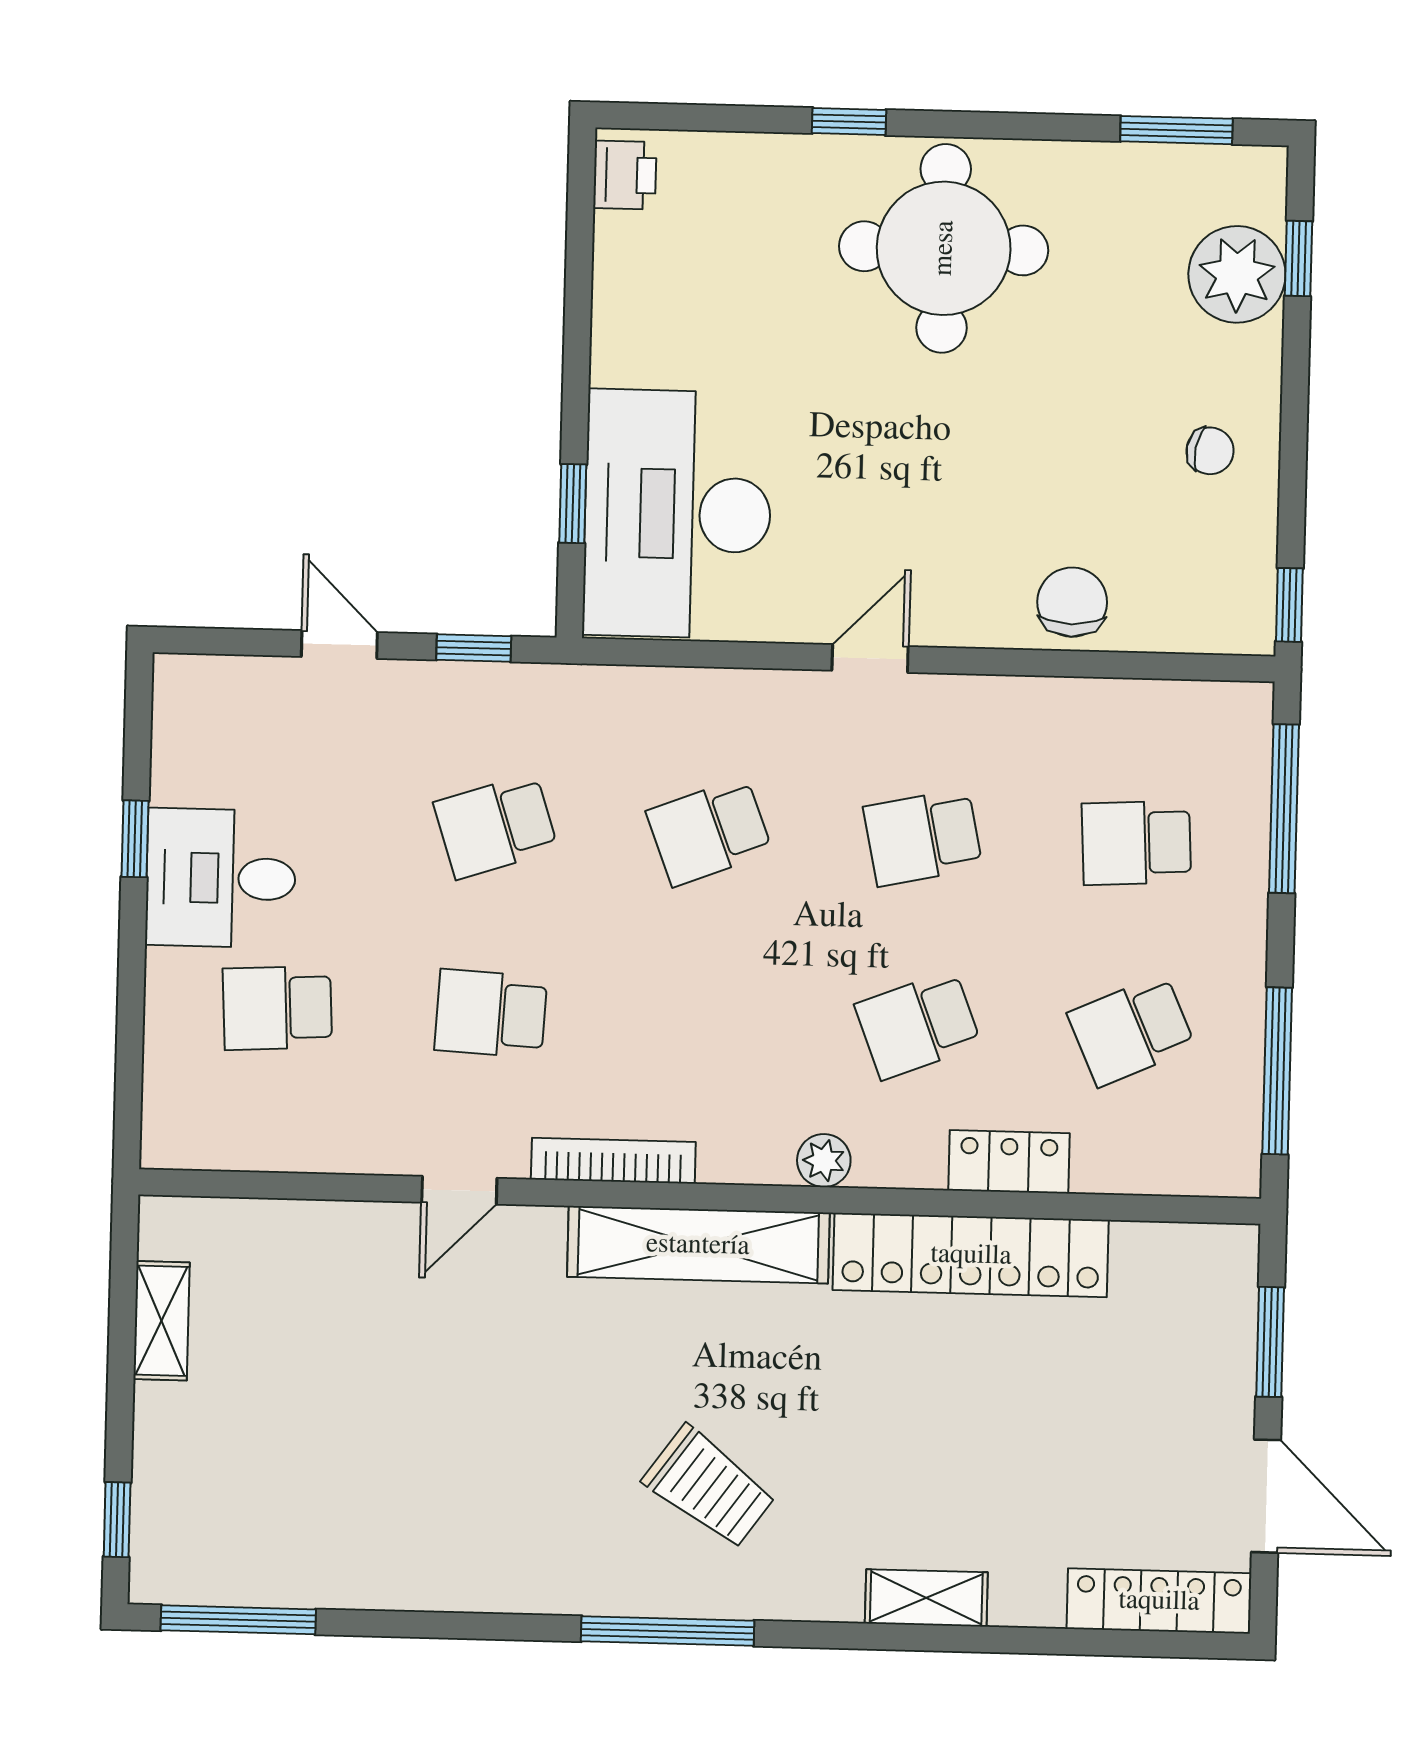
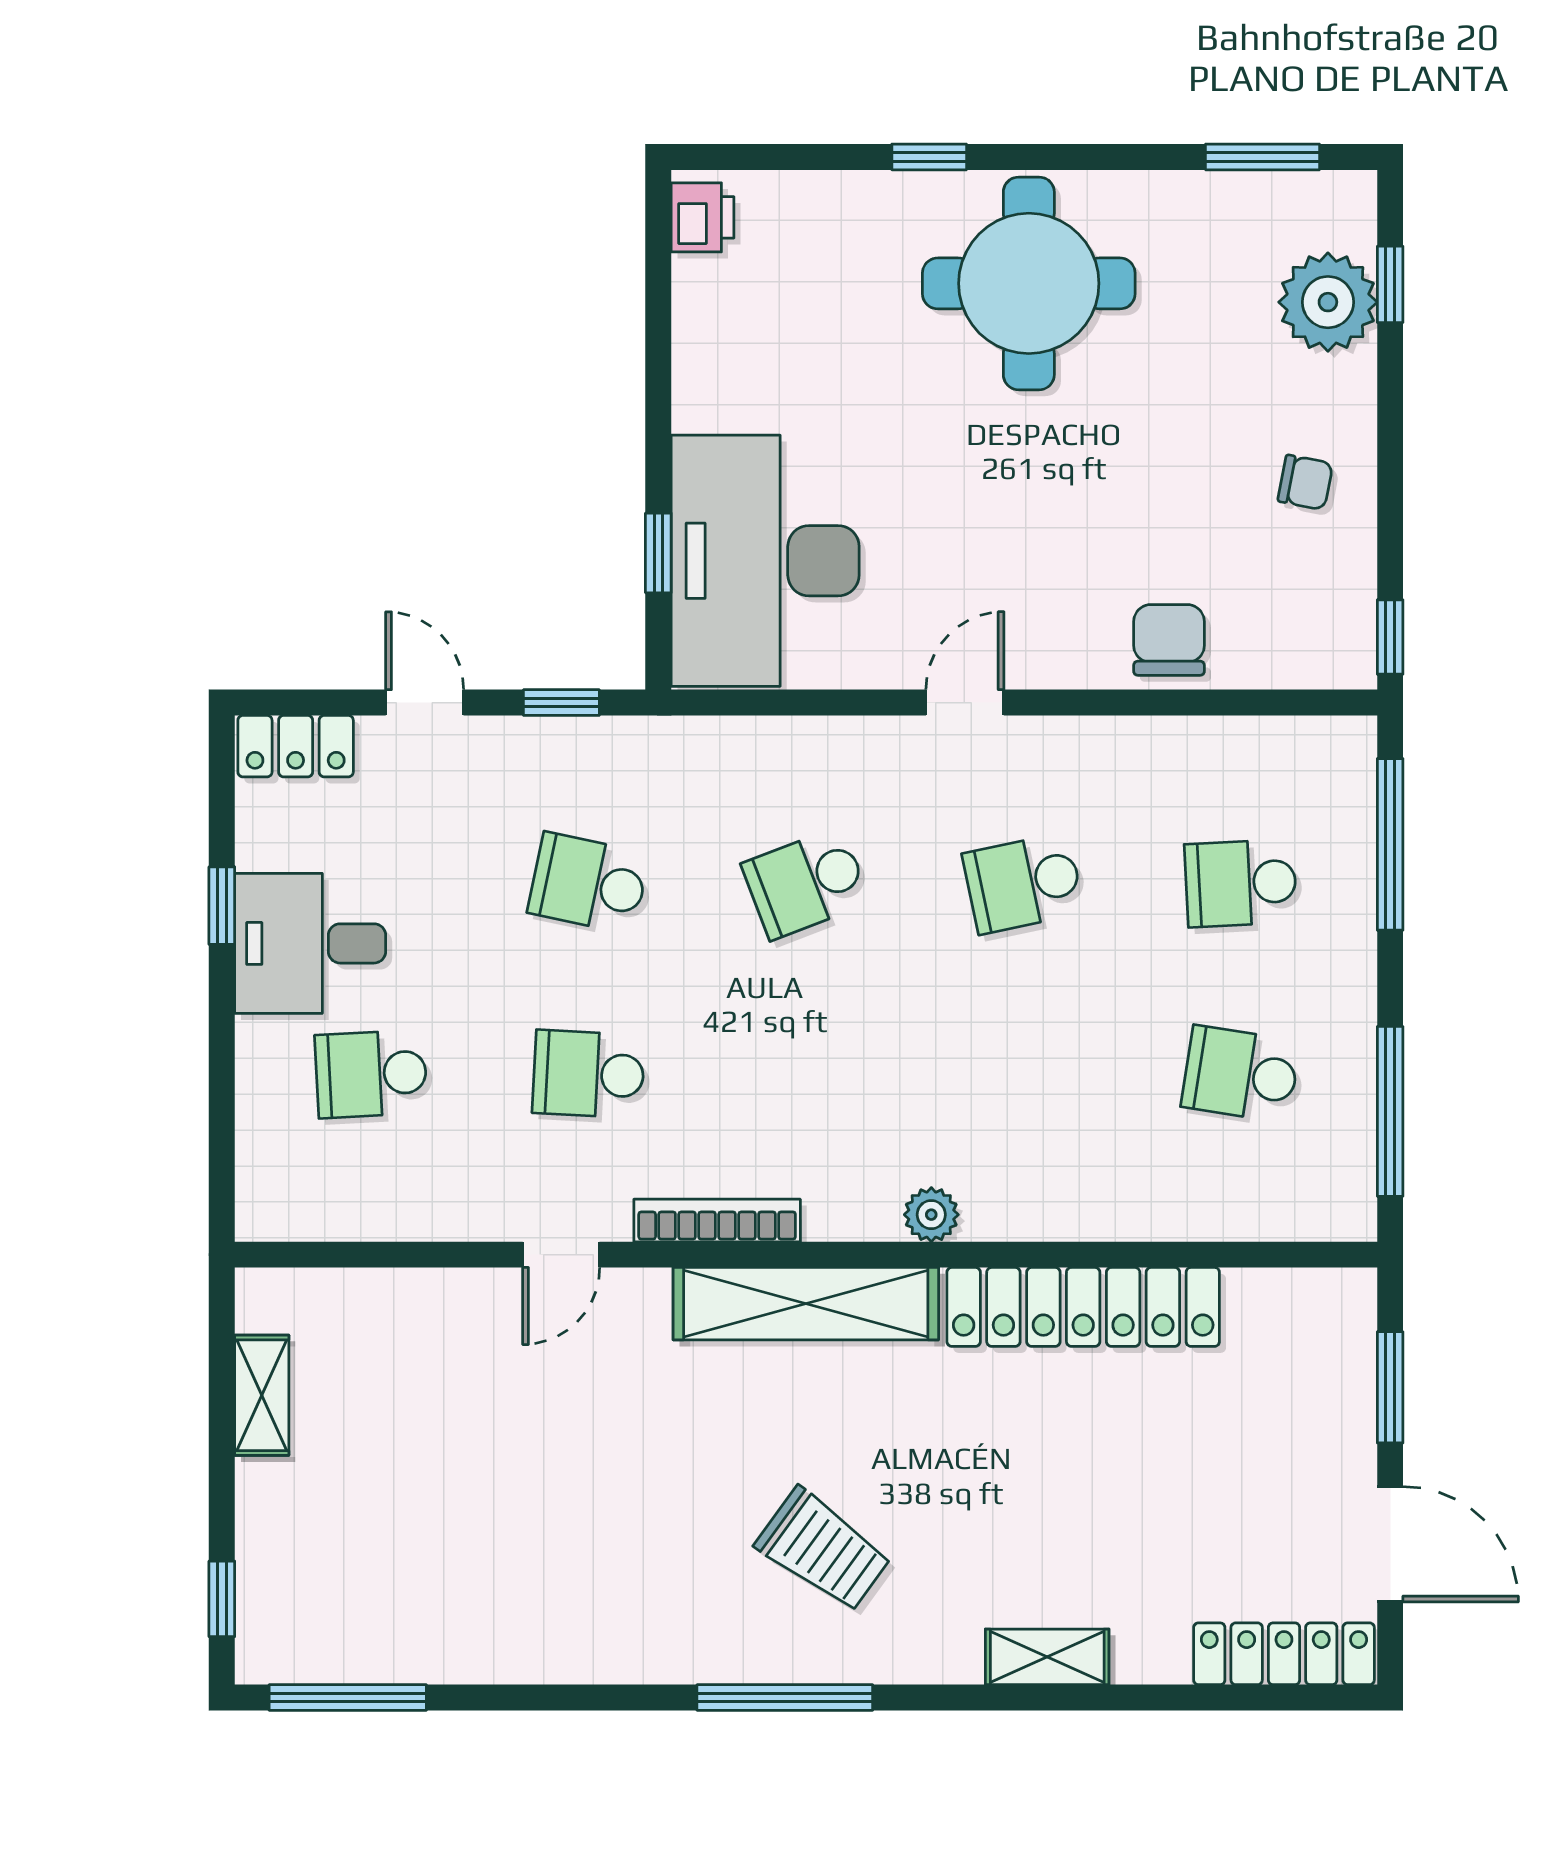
school desk: (496, 826) -> (589, 883), turned 30
school desk: (918, 1025) -> (1023, 1074), removed
school desk: (1131, 1030) -> (1241, 1074), turned 33
locker: (1009, 1162) -> (296, 746), moved, turned 180

